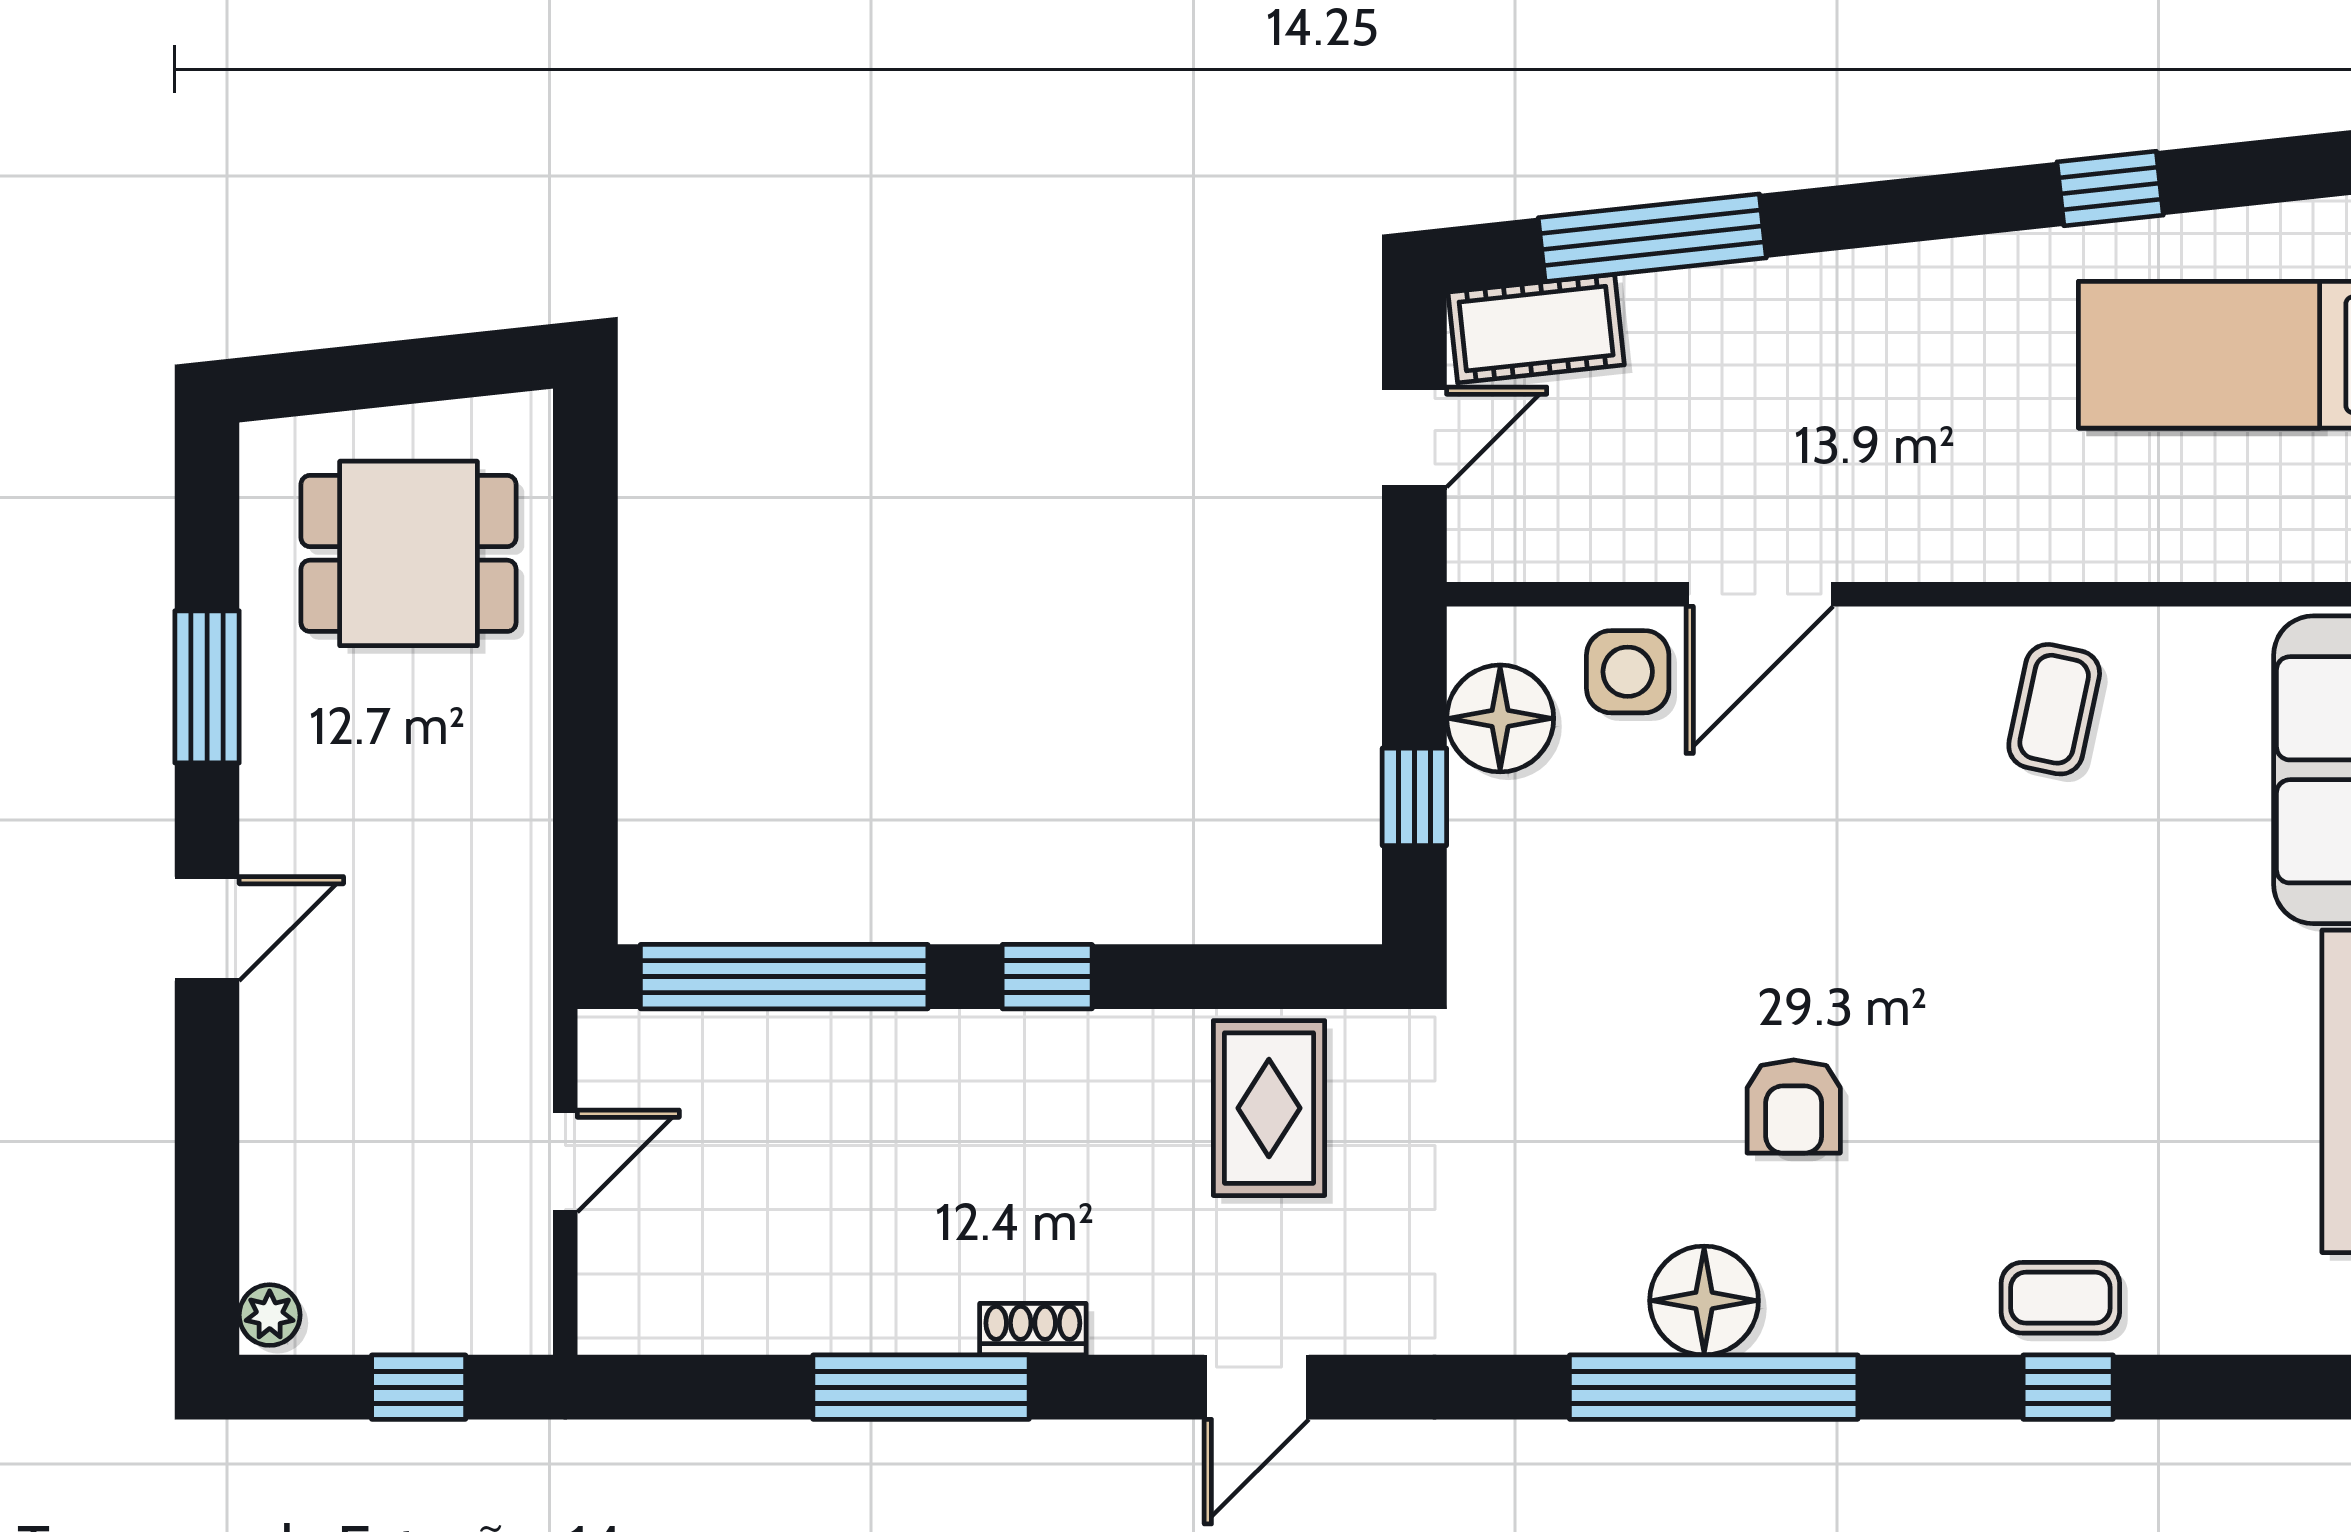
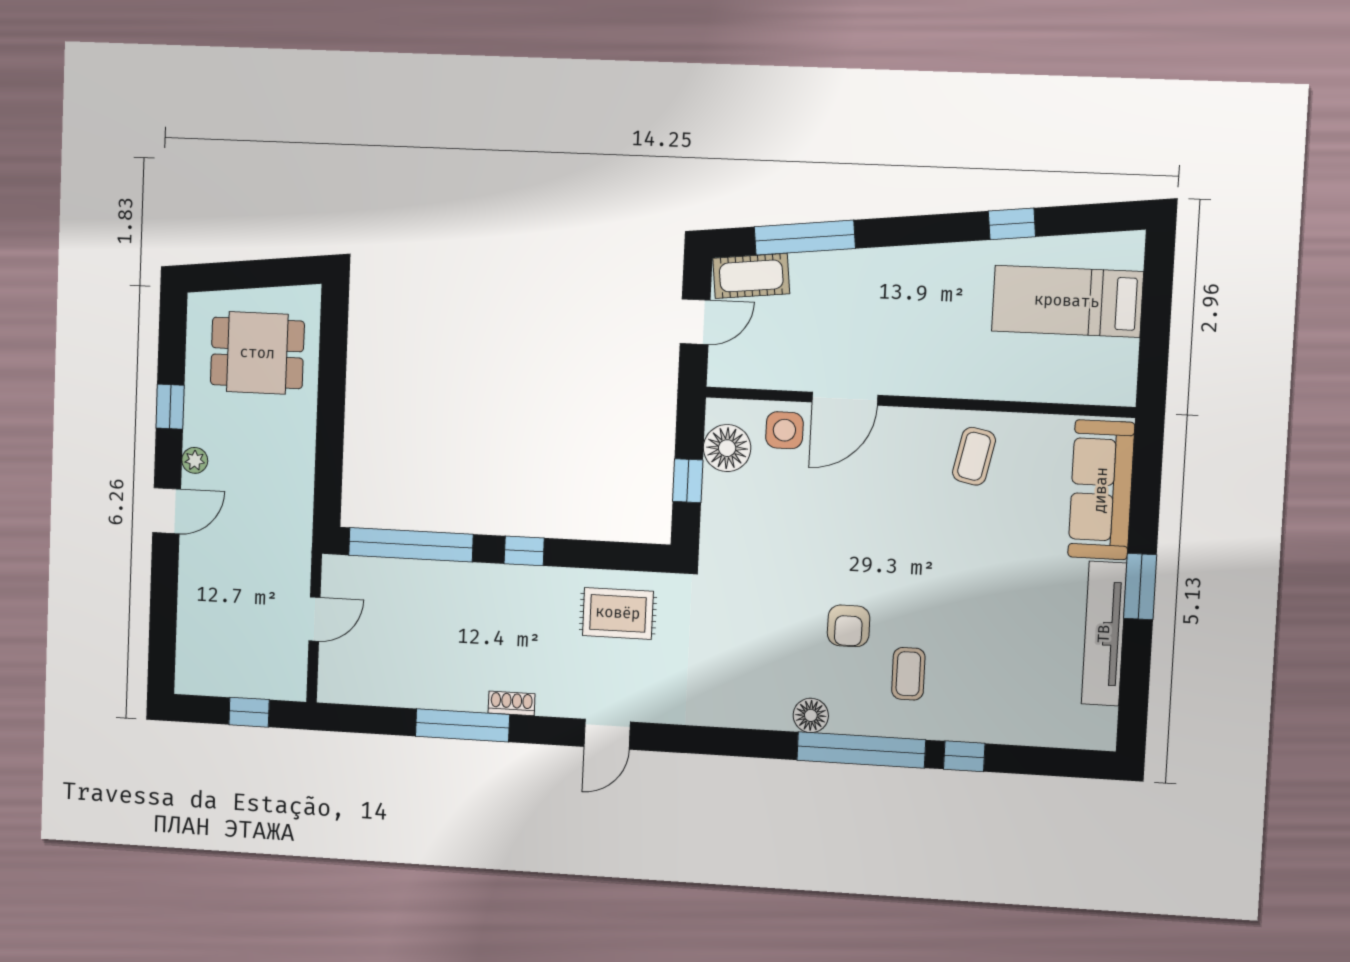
window: (207, 687) -> (170, 407), width x0.67
rug: (1269, 1108) -> (618, 613), turned 90
coffee table: (2060, 1298) -> (908, 674), moved, turned 90
floor lamp: (1704, 1301) -> (811, 715), width x0.73, depth x0.73
plant: (270, 1315) -> (195, 460), moved
window: (1714, 1387) -> (861, 750), moved

